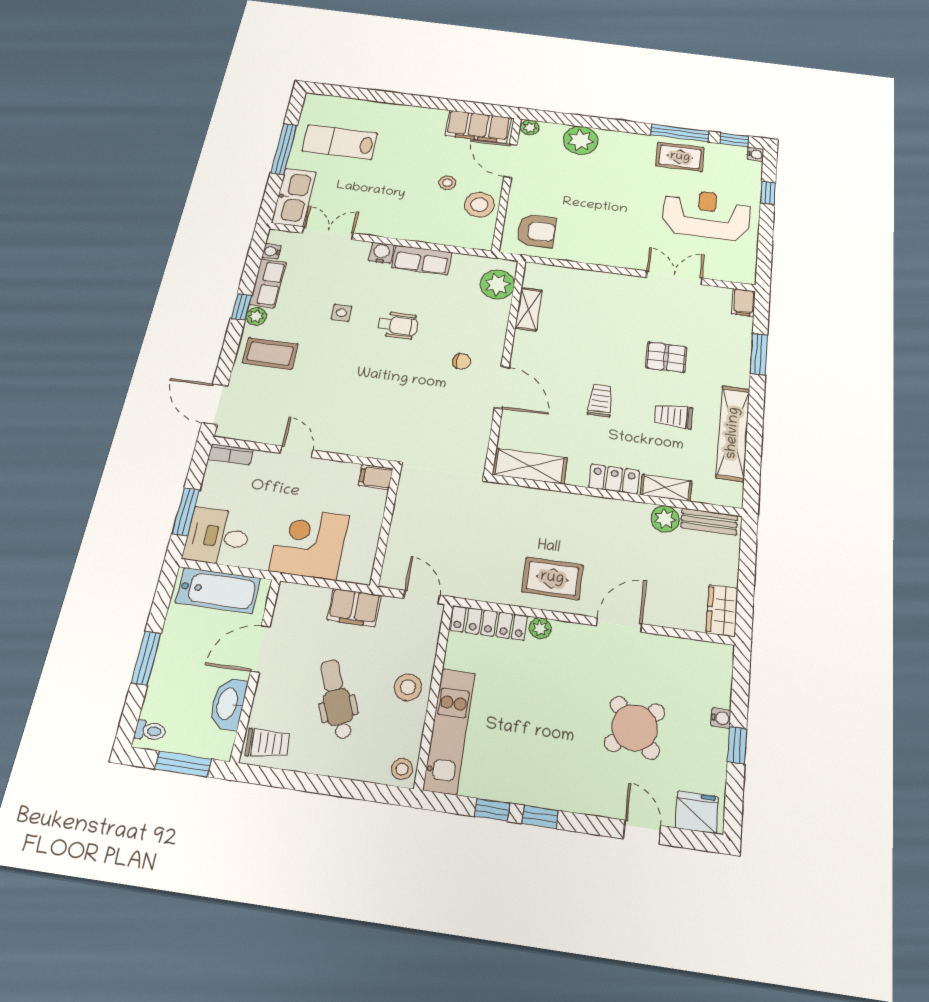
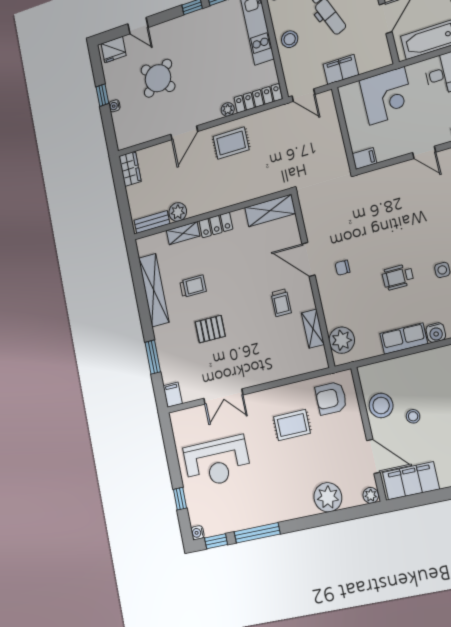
rug: (680, 157) -> (292, 425), moved
trolley: (600, 400) -> (281, 303), moved

